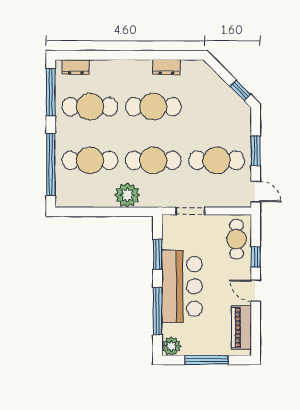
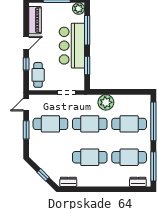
dresser: (166, 67) -> (68, 182), moved
window: (240, 90) -> (43, 175), moved
door: (256, 192) -> (26, 104), hinge flipped
door: (256, 291) -> (26, 43), hinge flipped

